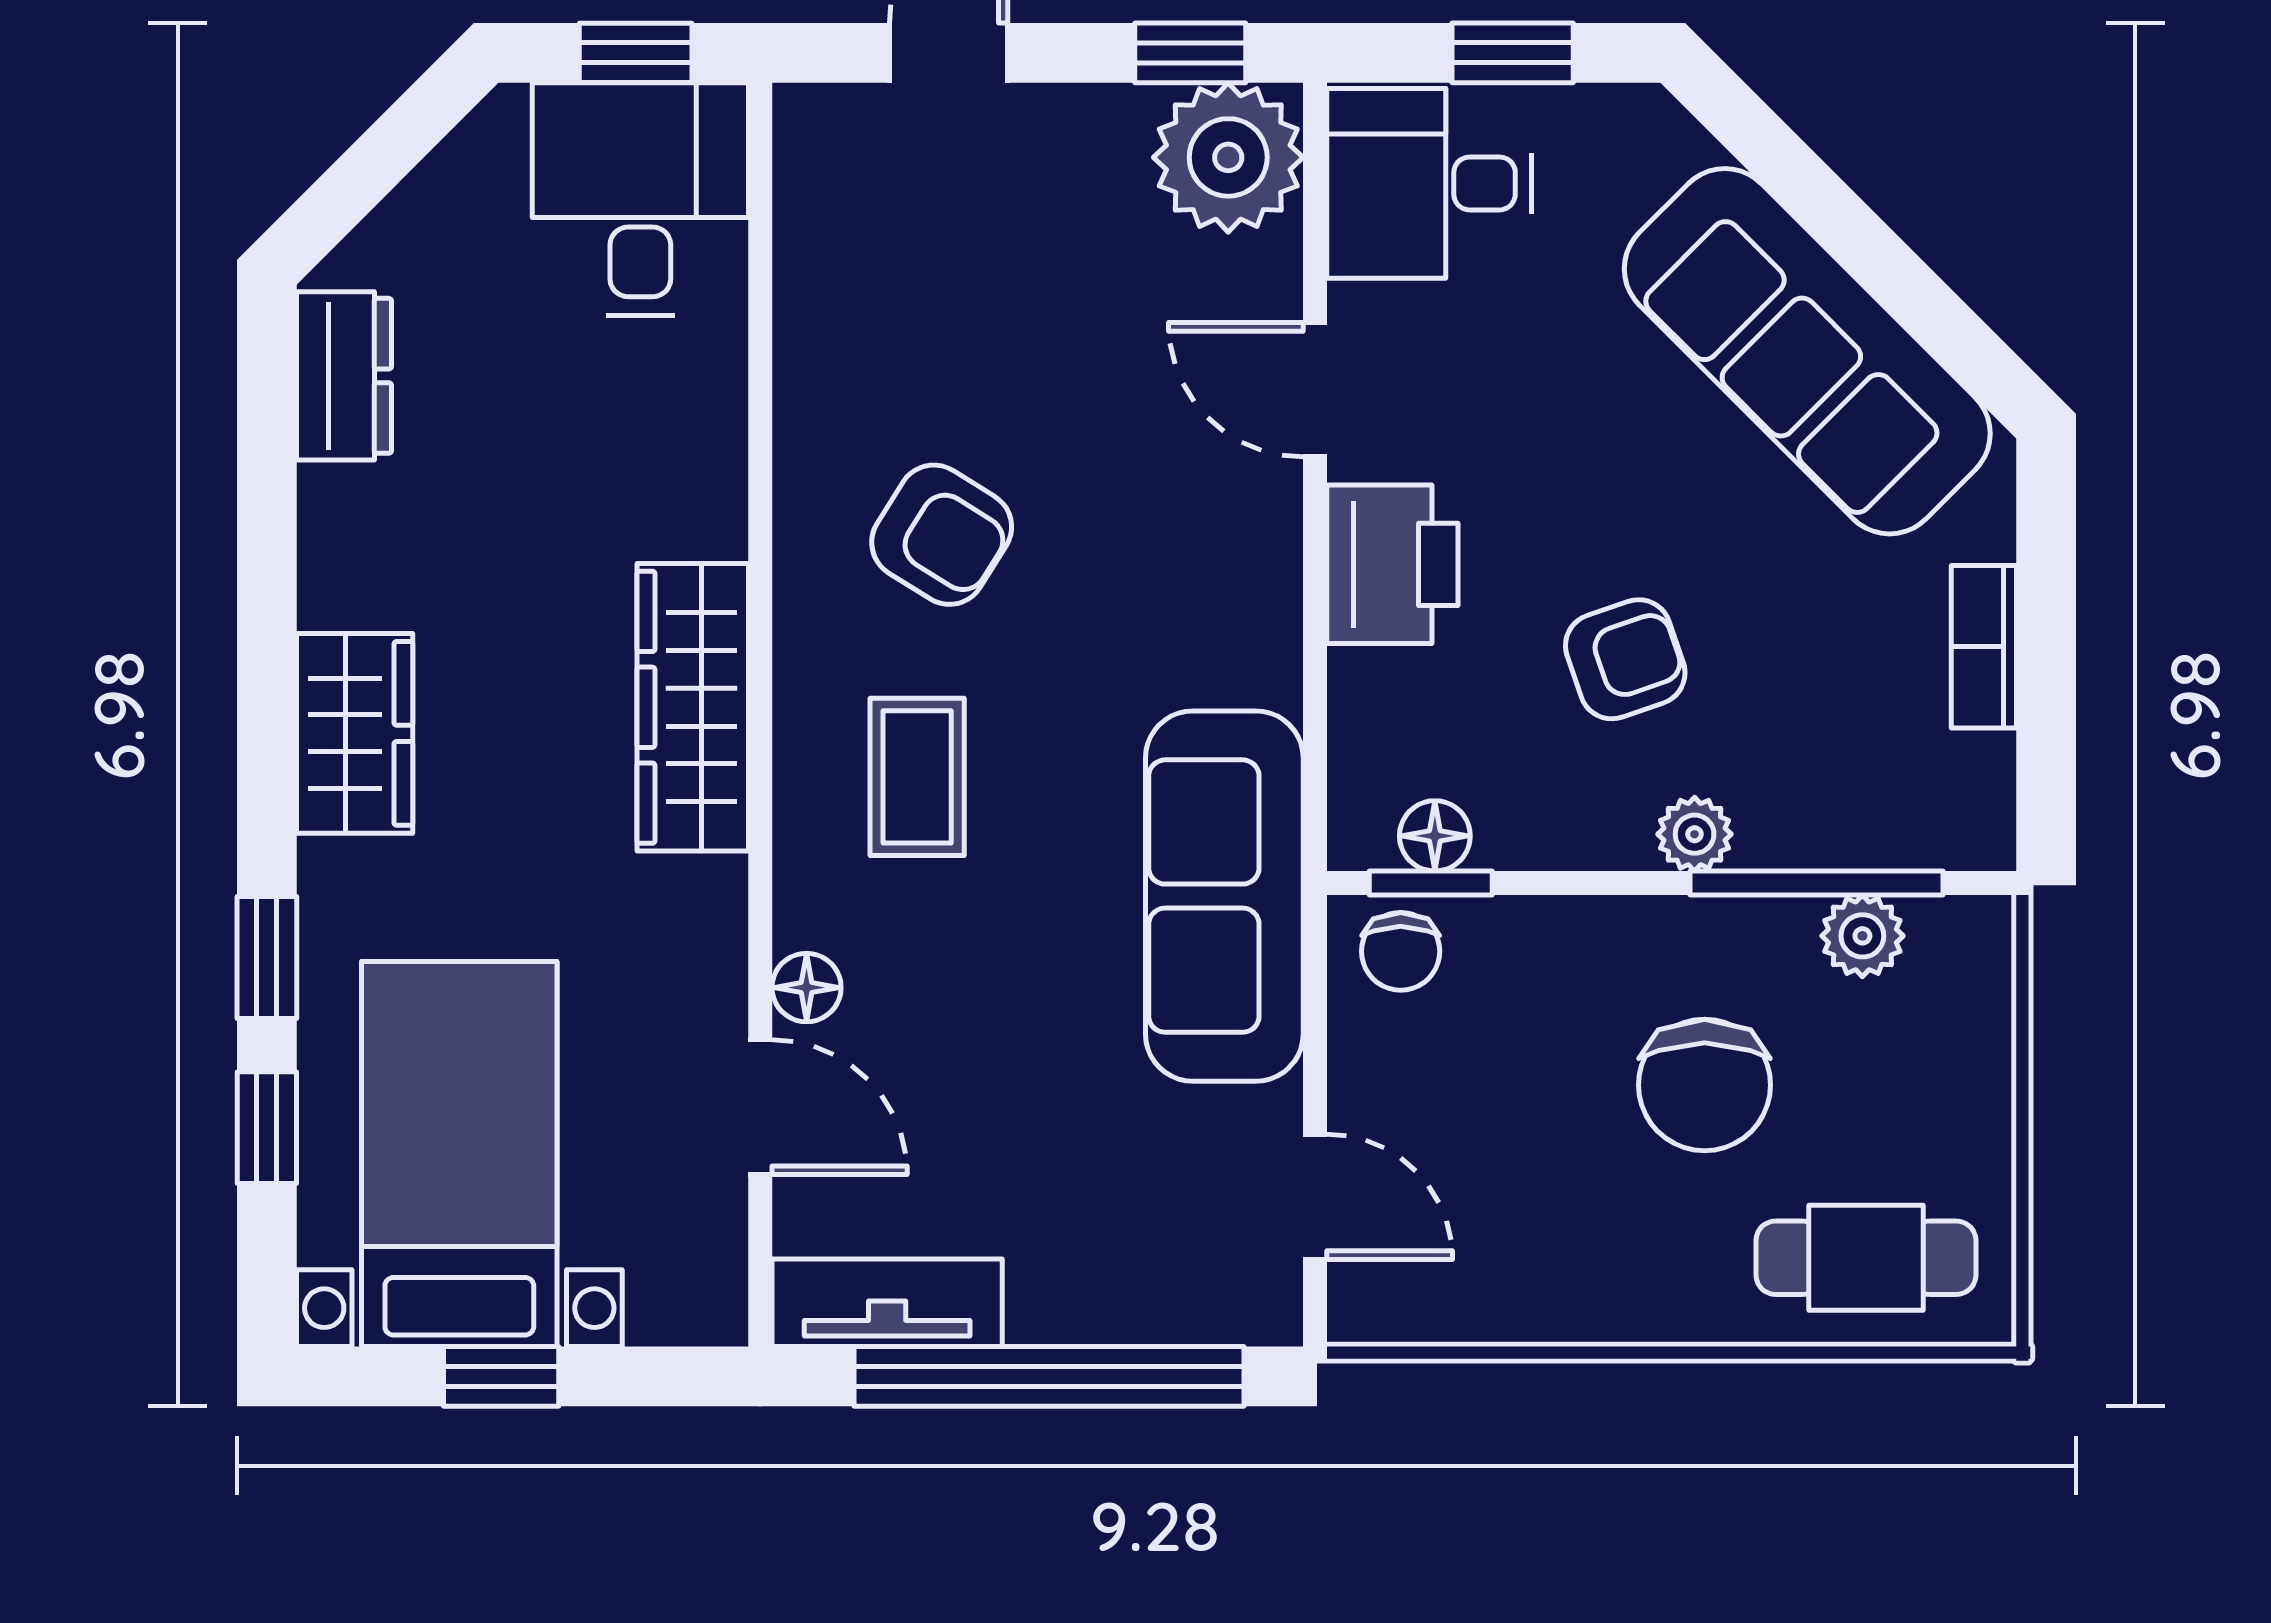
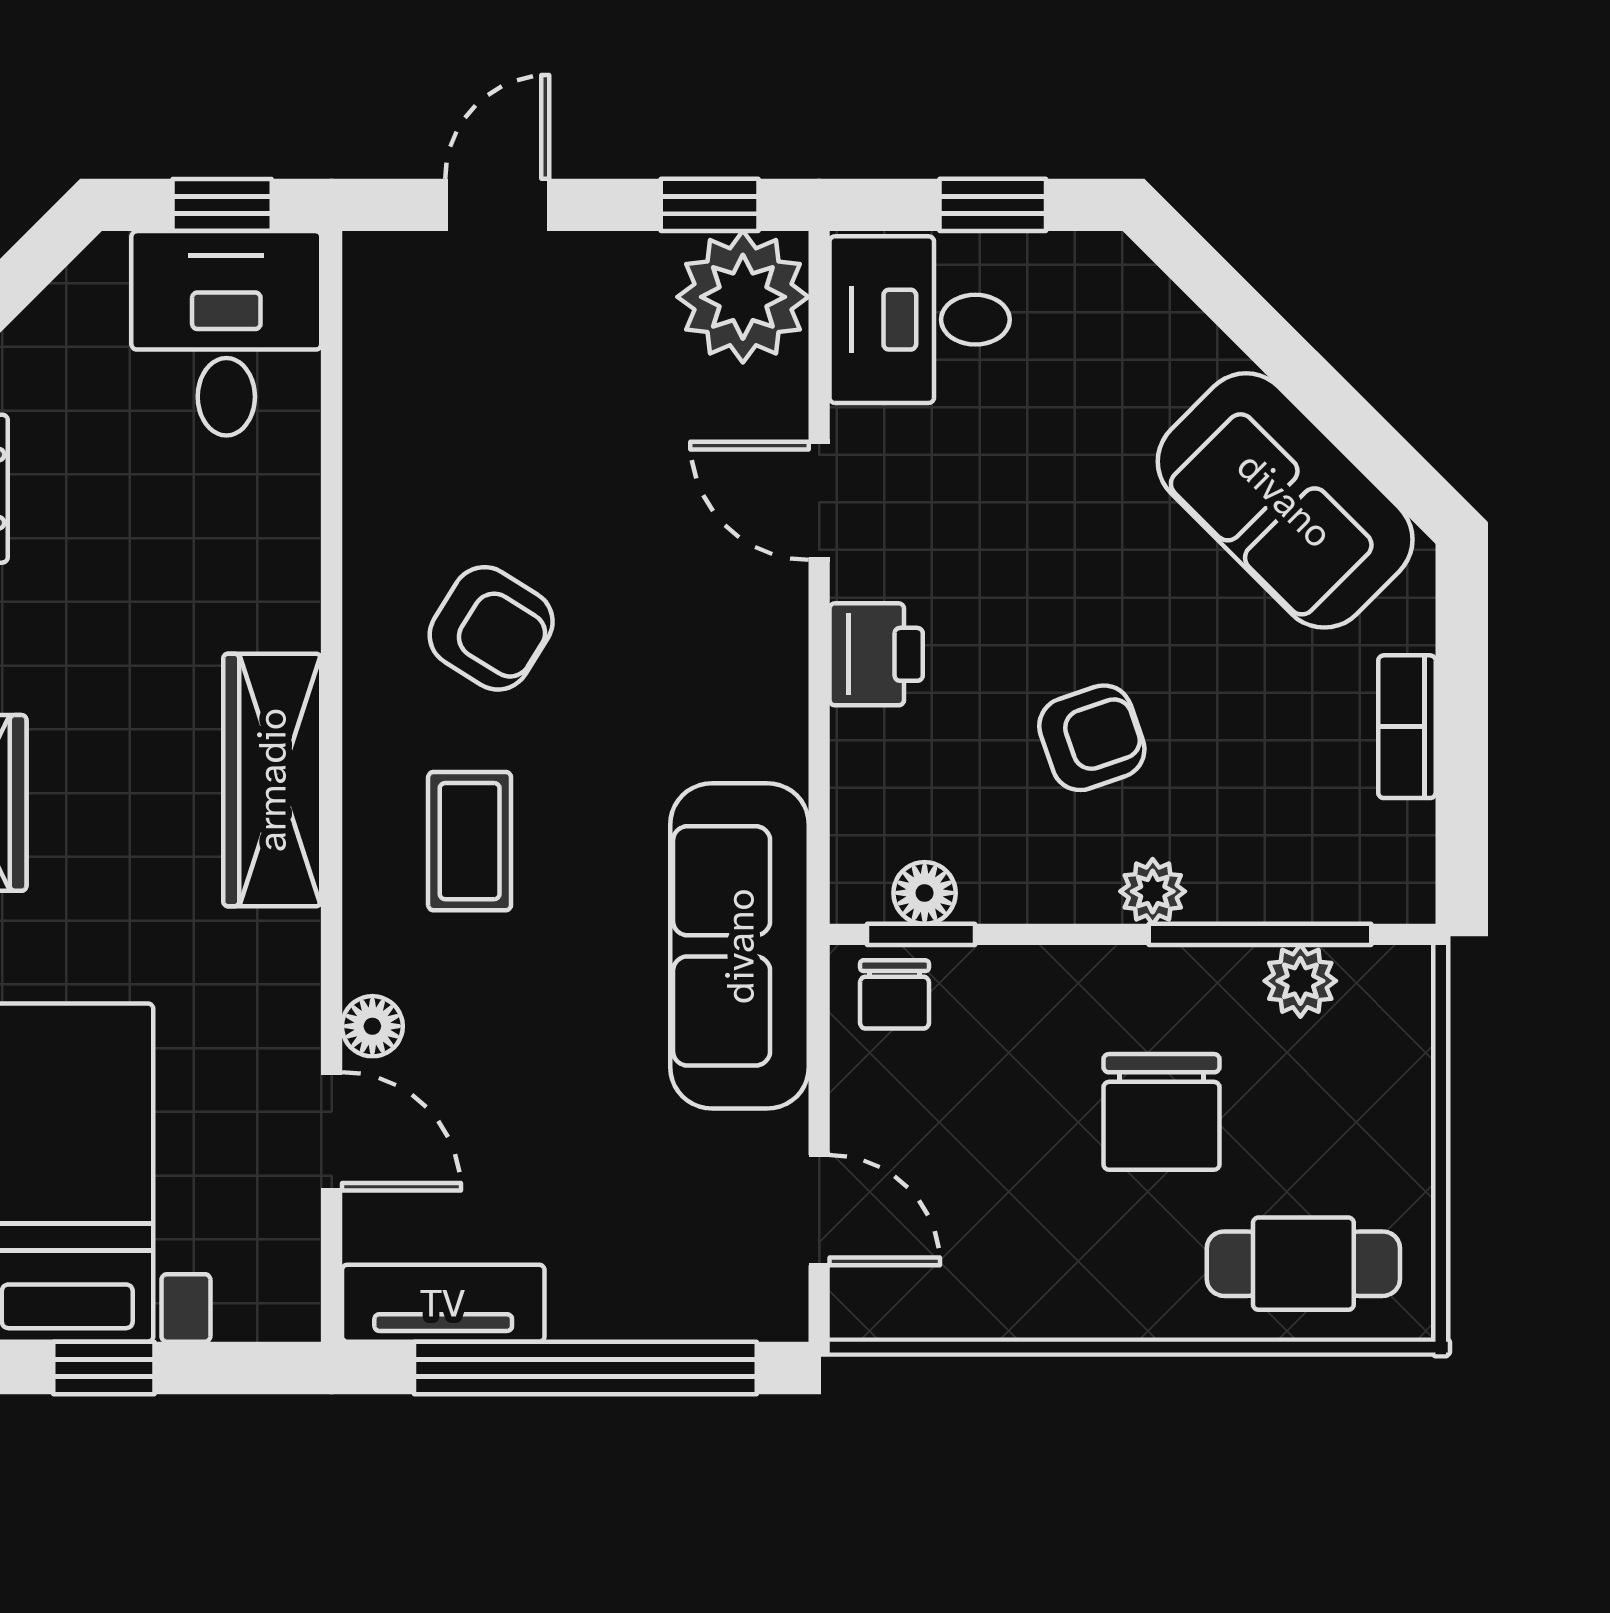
sofa: (1807, 351) -> (1285, 500), width x0.73
printer: (1392, 564) -> (876, 654), width x0.73, depth x0.81

